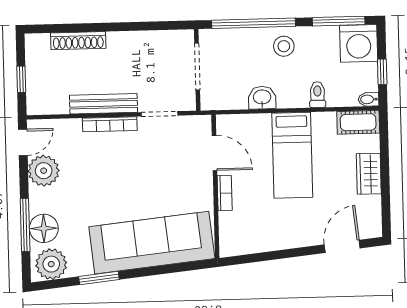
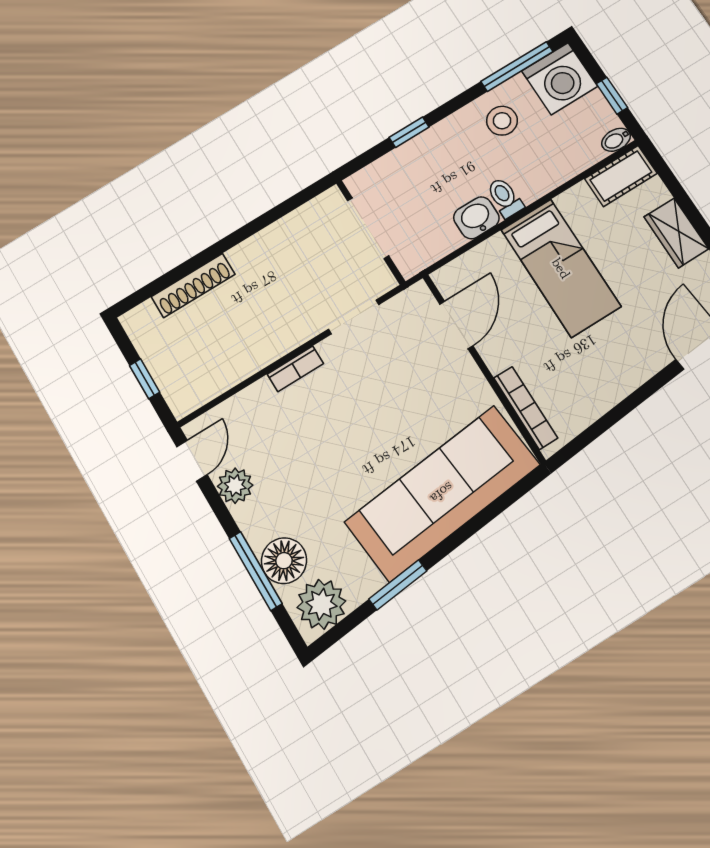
window: (253, 23) -> (409, 132), width x0.32
stool: (284, 46) -> (502, 121), moved
toilet: (317, 95) -> (505, 198), moved
bench: (104, 104) -> (272, 347), removed
bookcase: (110, 124) -> (295, 369), width x0.64
door: (214, 153) -> (456, 325), hinge flipped
plant: (44, 171) -> (235, 486), width x0.73, depth x0.73
bookcase: (225, 193) -> (526, 408), moved, width x1.56

